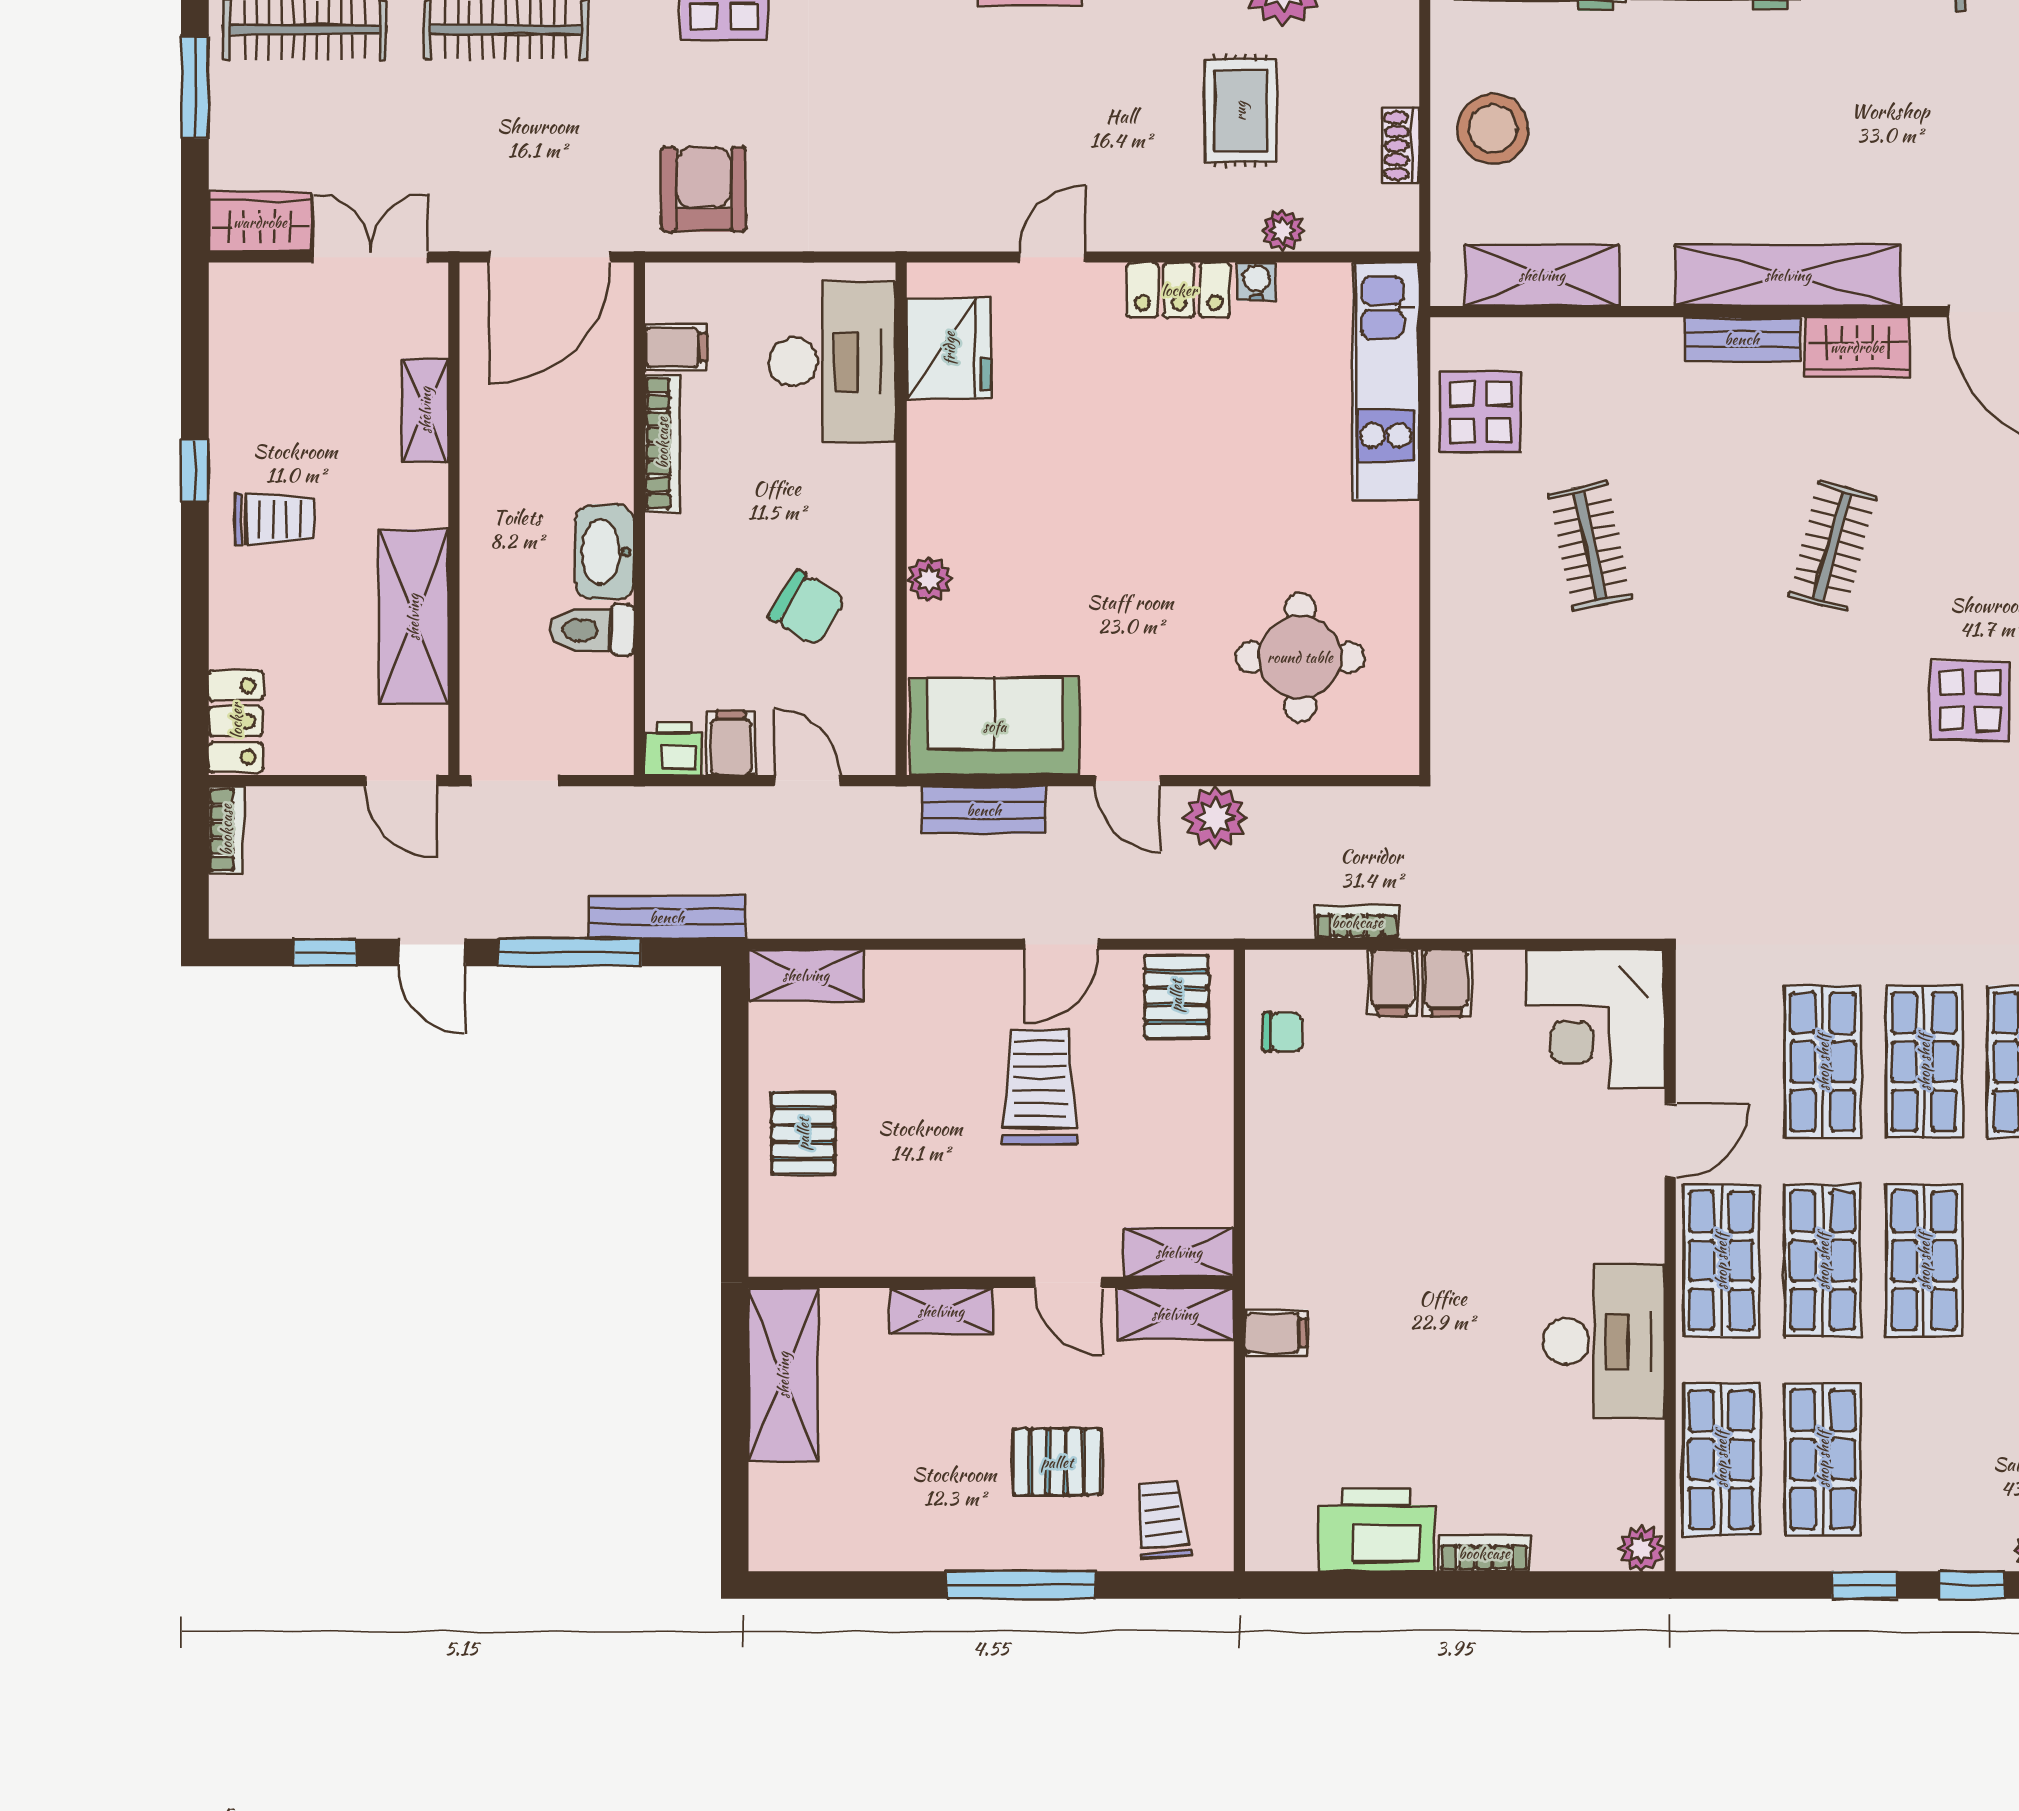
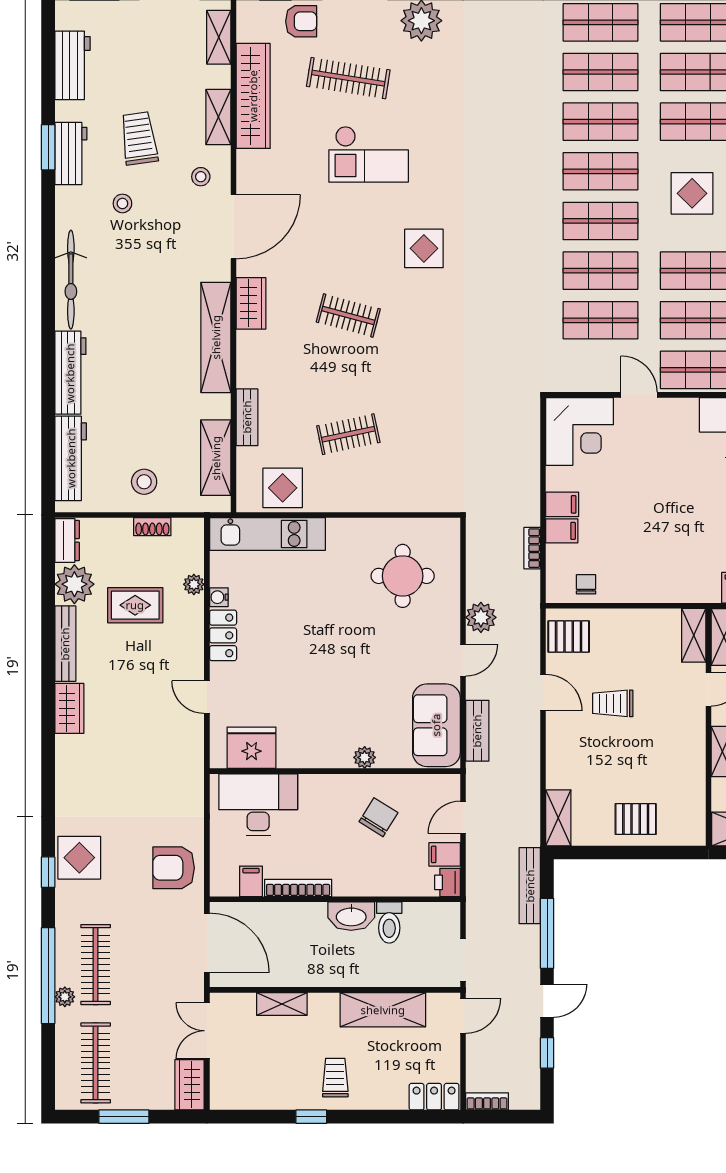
stool: (1493, 129) -> (144, 482), width x0.73, depth x0.73
bench: (1742, 339) -> (247, 417), moved
trolley: (1040, 1087) -> (613, 703), width x0.73, depth x0.72

